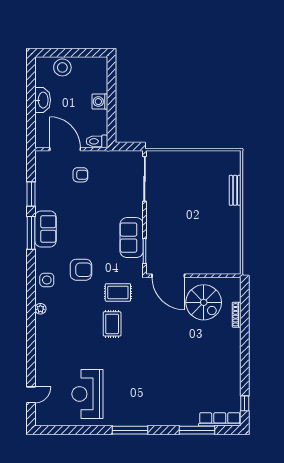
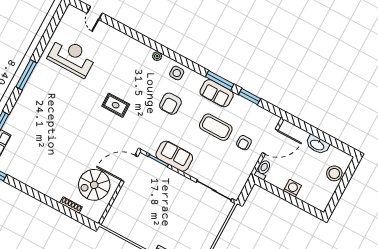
coffee table: (80, 211) -> (216, 127), added
rug: (118, 292) -> (138, 123), removed

